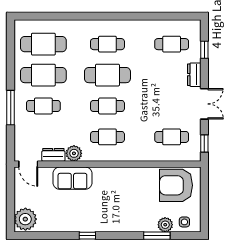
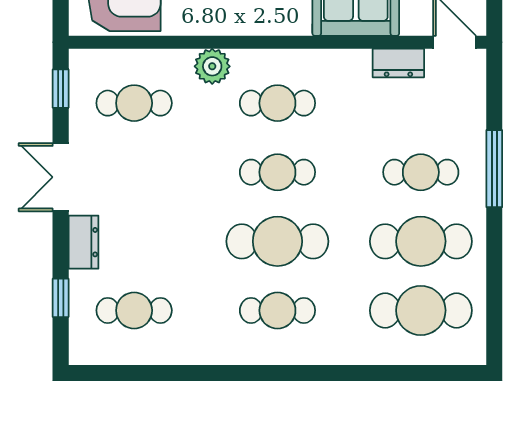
plant: (74, 153) -> (212, 66), moved

